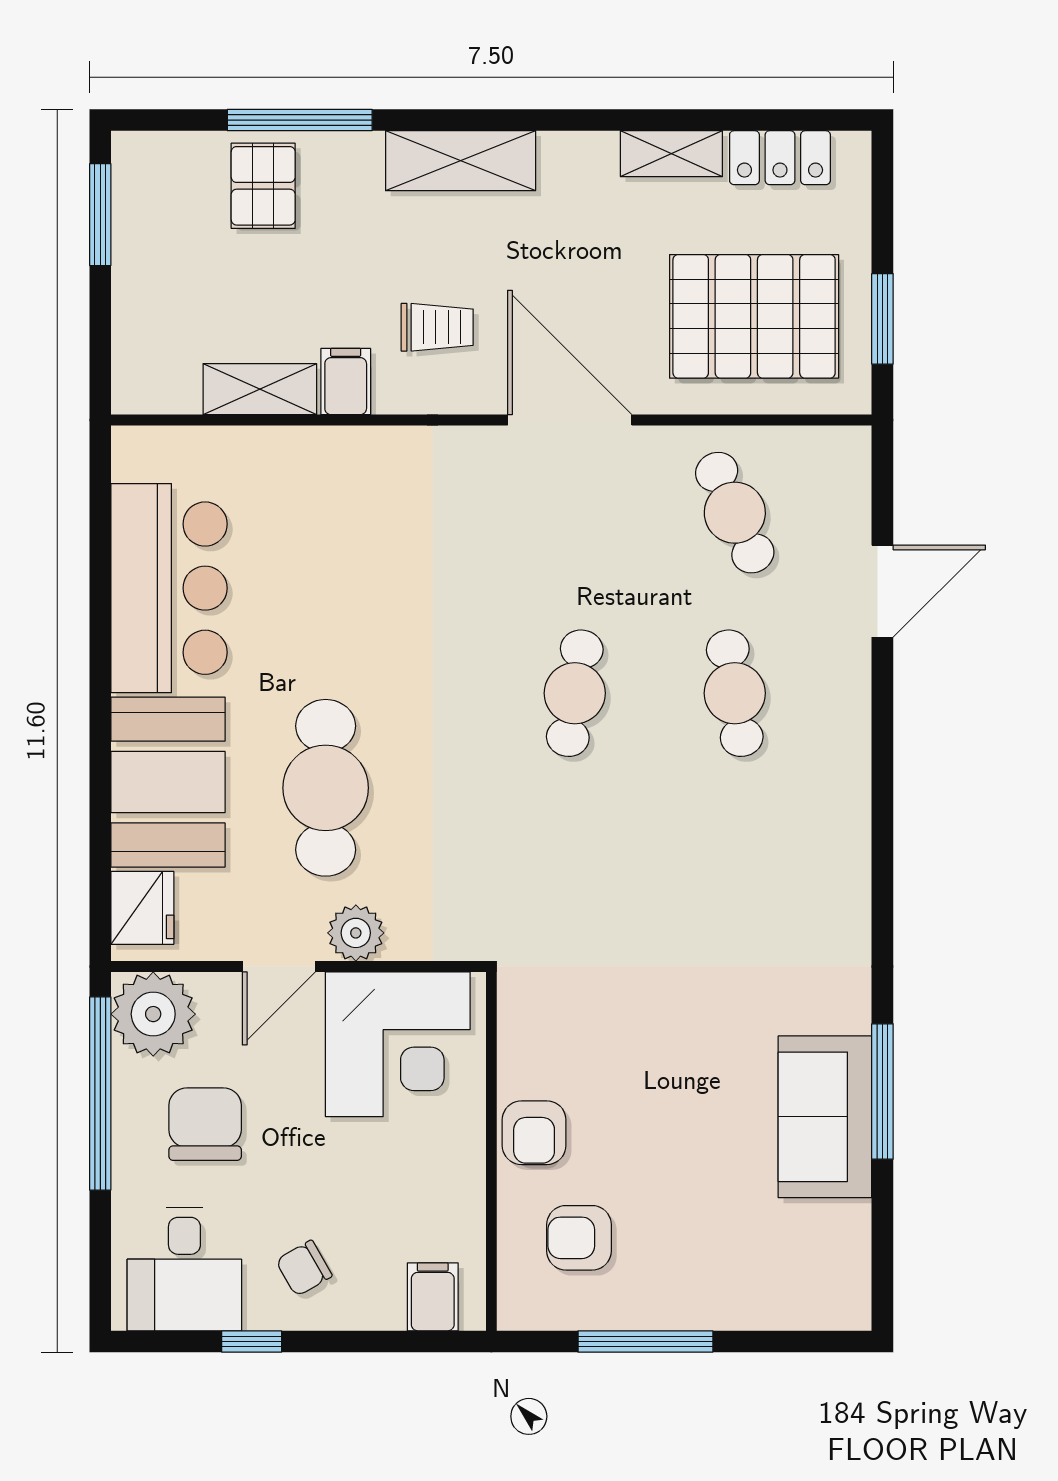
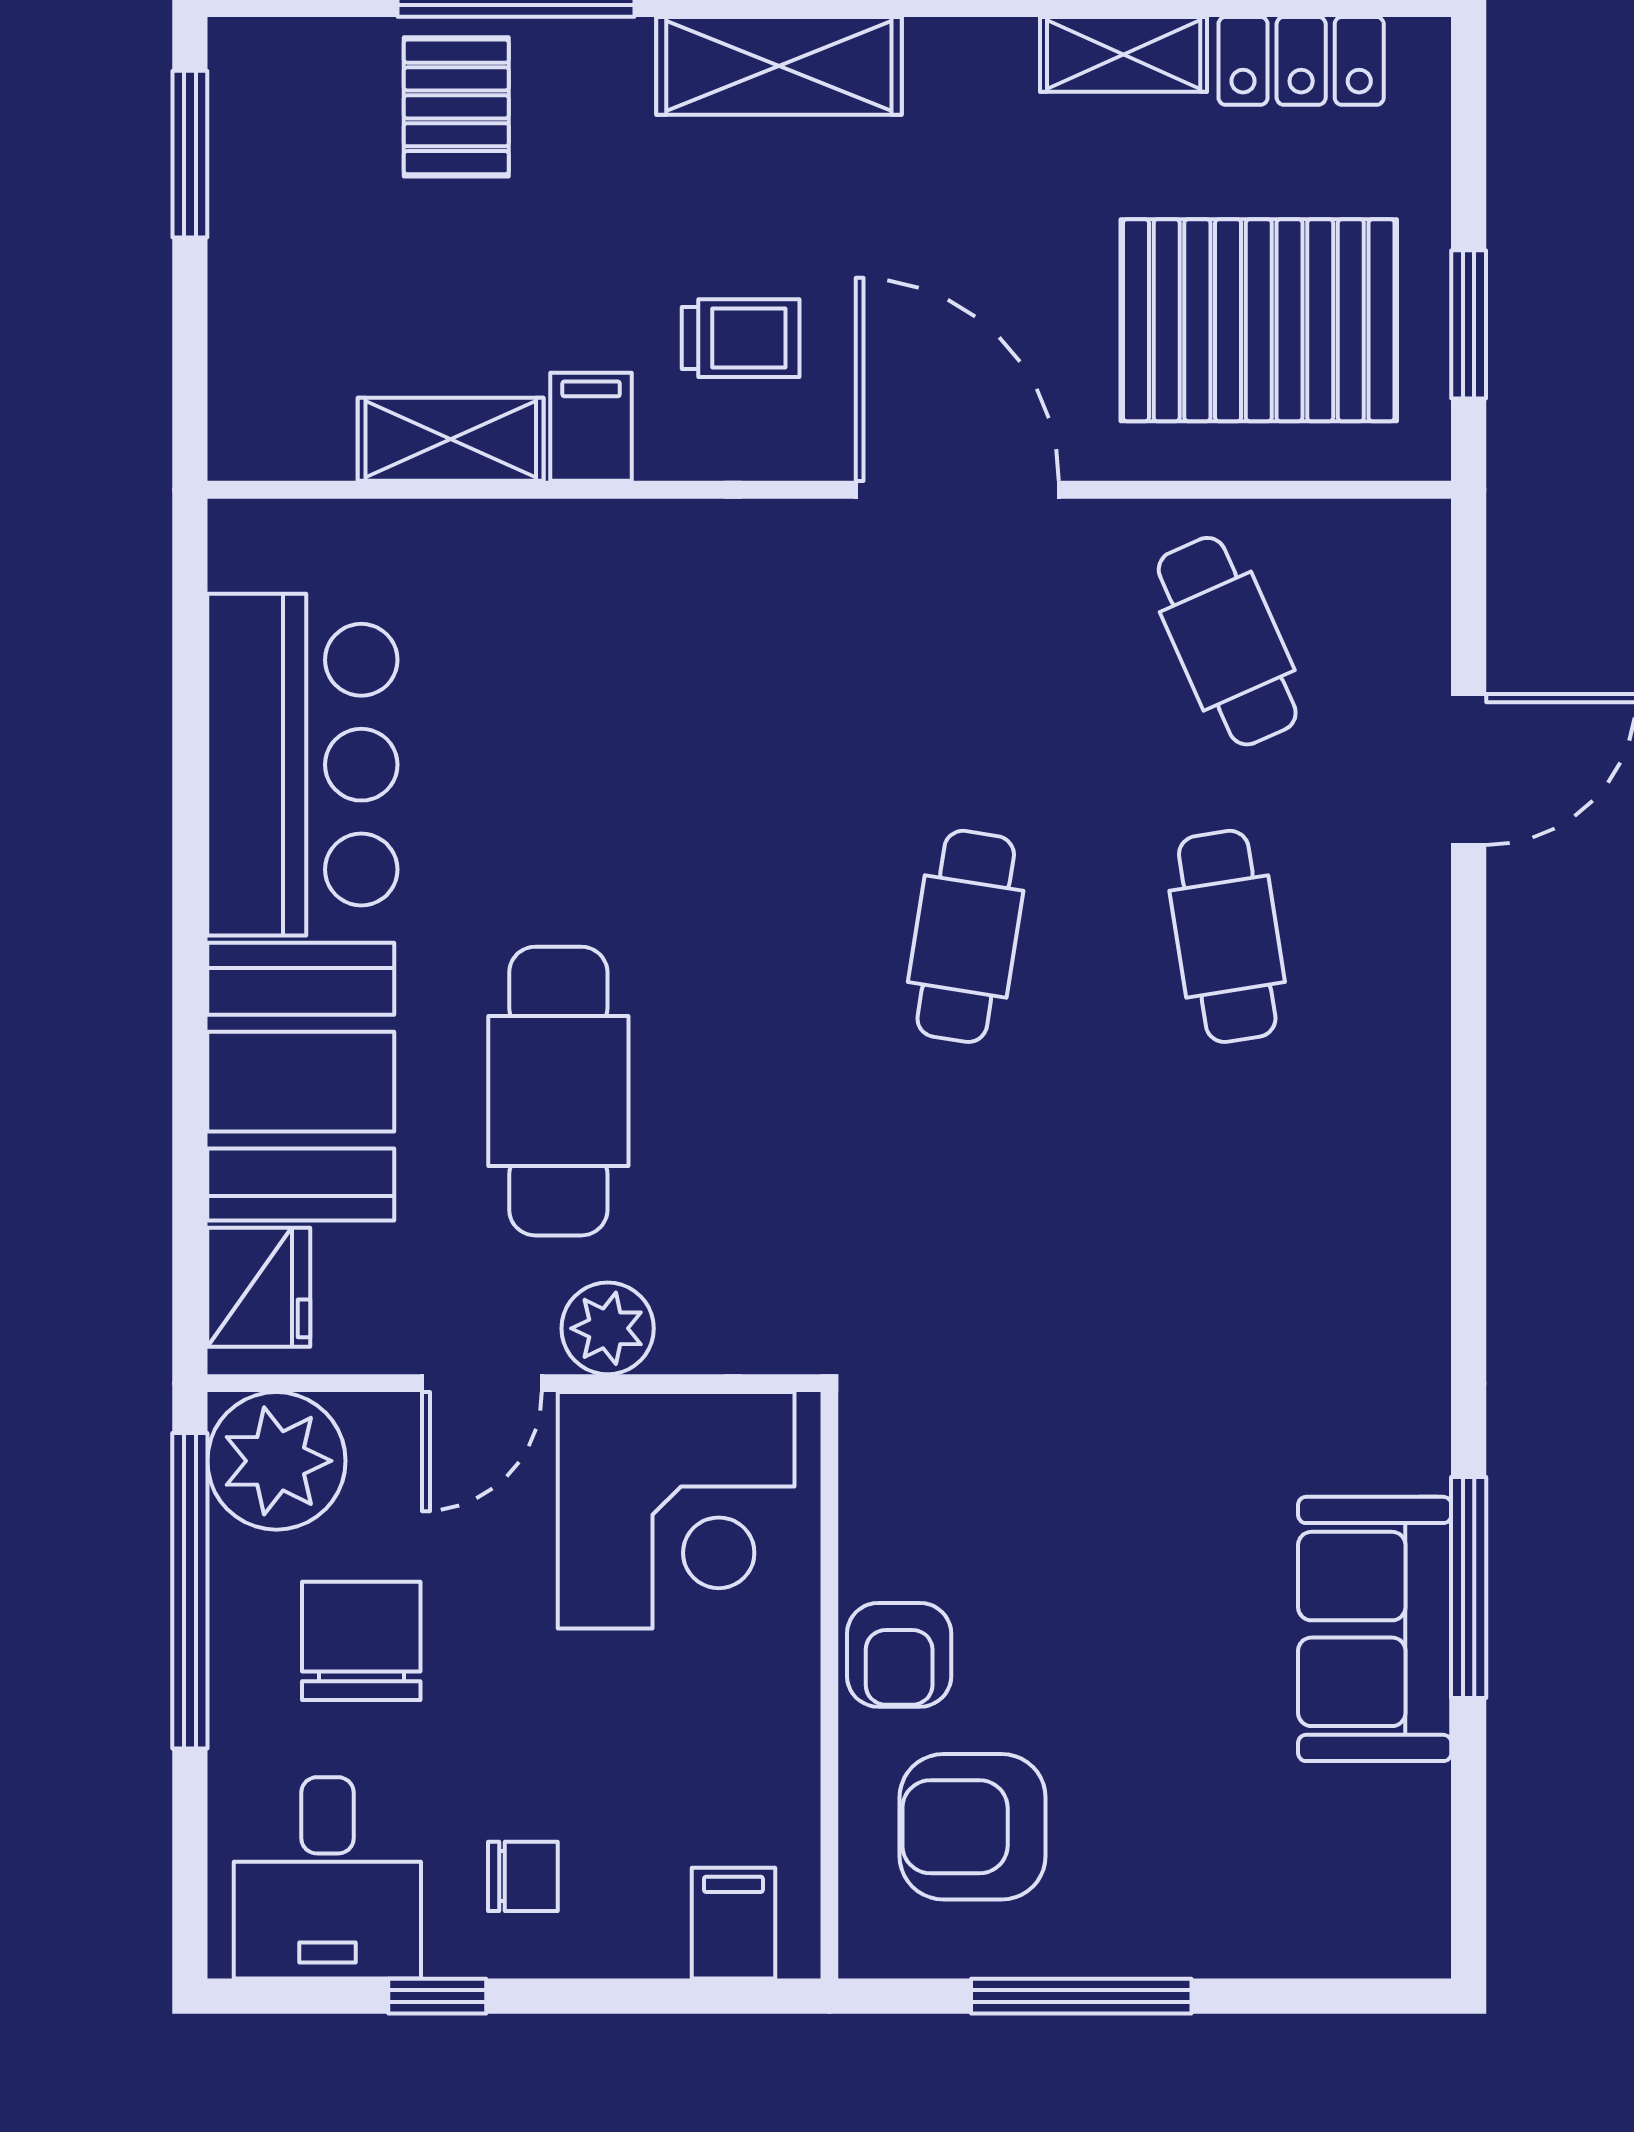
armchair: (579, 1238) -> (973, 1827), width x1.38, depth x1.38
chair: (304, 1268) -> (523, 1876), turned -150

